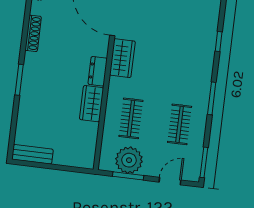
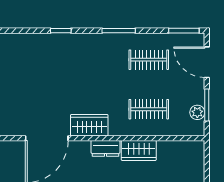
plant: (129, 160) -> (197, 112), width x0.53, depth x0.53
door: (170, 181) -> (207, 62), width x1.38

